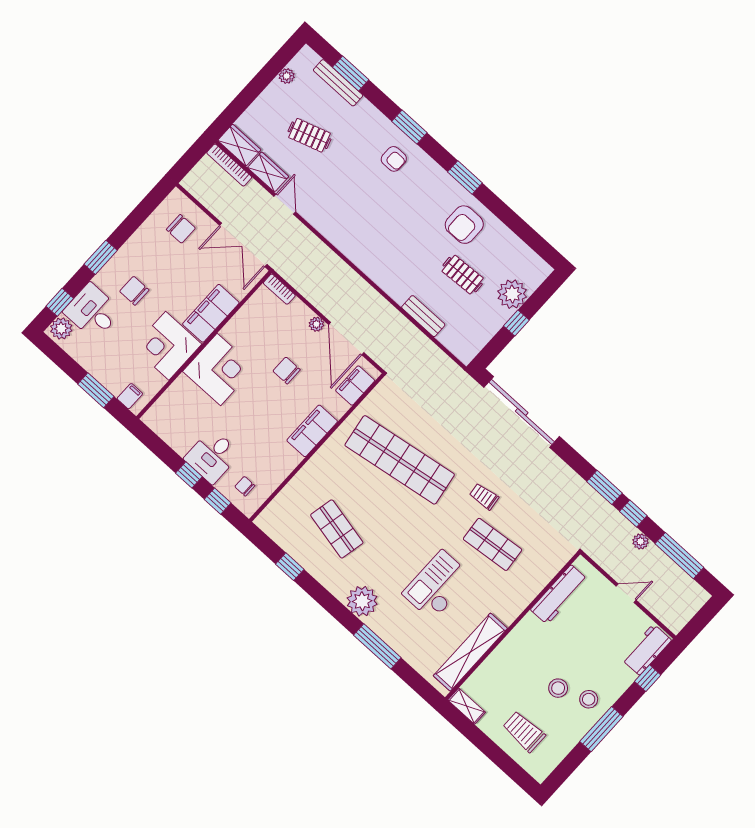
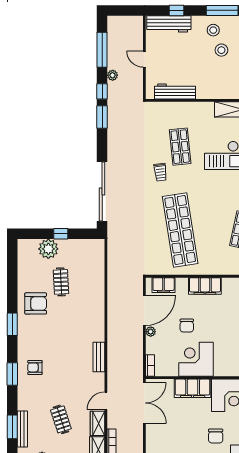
armchair: (394, 159) -> (35, 367), turned -90
chair: (181, 229) -> (164, 441), removed
bench: (423, 316) -> (99, 357), moved
corner desk: (219, 370) -> (196, 359), moved
workbench: (646, 650) -> (169, 24), width x1.38

